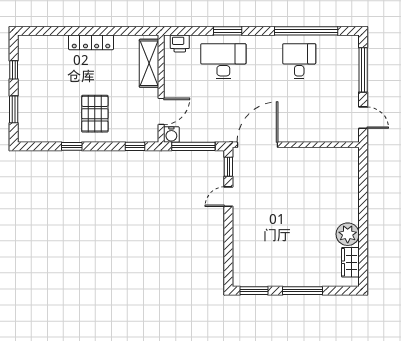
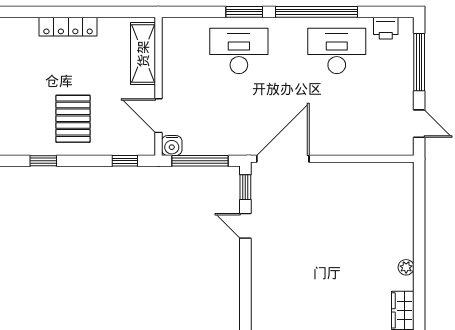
window: (306, 31) -> (316, 12), moved
printer: (180, 44) -> (386, 28), moved
desk: (299, 61) -> (337, 51), width x1.37
door: (161, 111) -> (159, 116), swing flipped
door: (228, 197) -> (245, 226), hinge flipped
plant: (348, 234) -> (406, 267), width x0.53, depth x0.53

